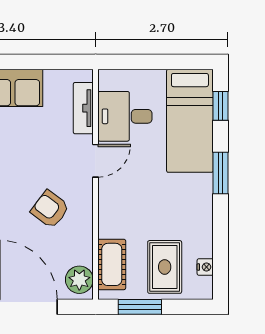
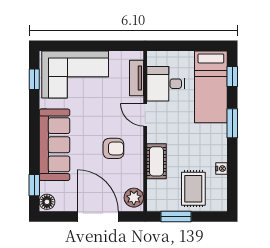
door: (96, 161) -> (145, 115), swing flipped
armchair: (50, 209) -> (113, 148), turned 143
cot: (112, 264) -> (156, 161), moved
nightstand: (205, 267) -> (222, 169), moved

